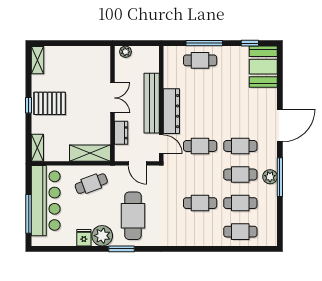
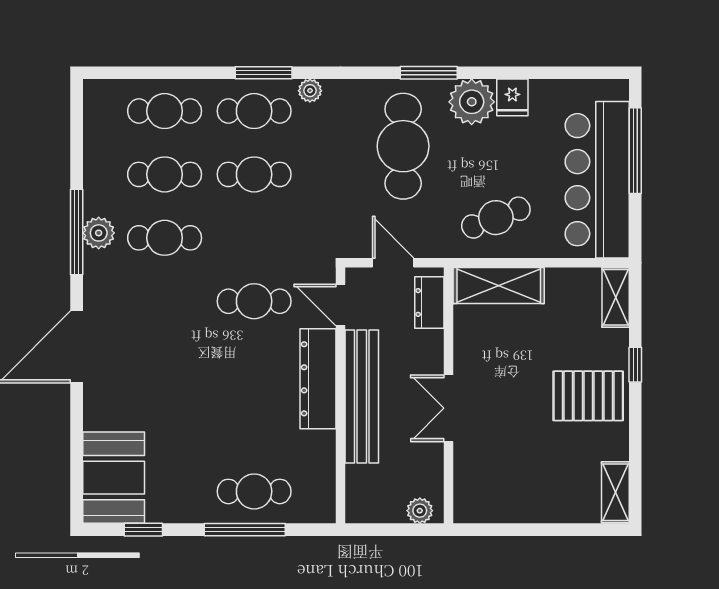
window: (29, 105) -> (635, 365), moved
dresser: (121, 133) -> (429, 302), moved
cafe table: (240, 146) -> (254, 111), moved
plant: (175, 241) -> (310, 91), added
window: (196, 249) -> (264, 73), added

